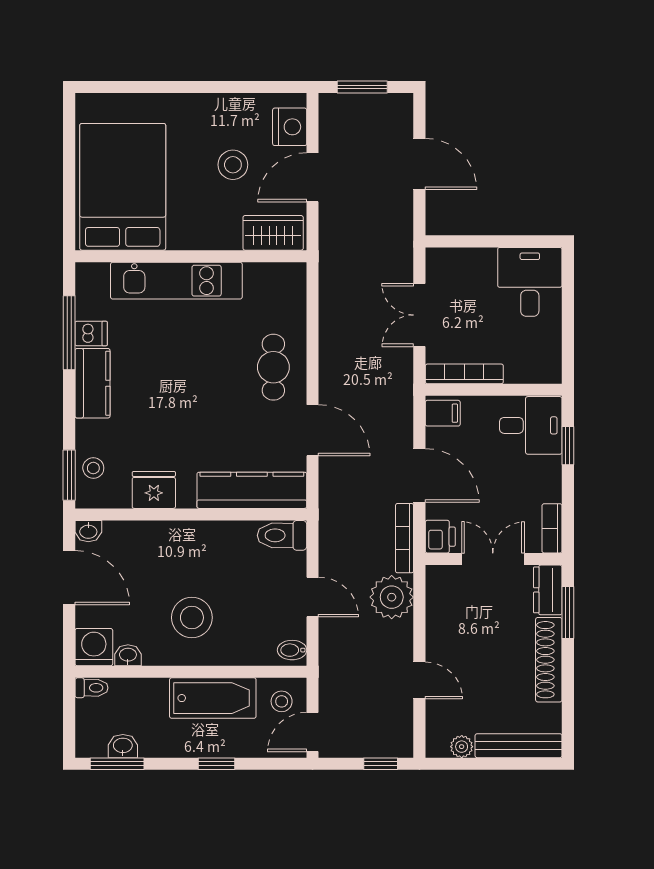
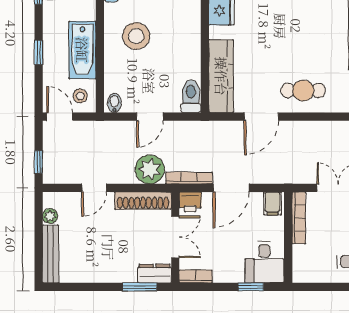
shoe rack: (549, 660) -> (143, 201), moved, turned 180

